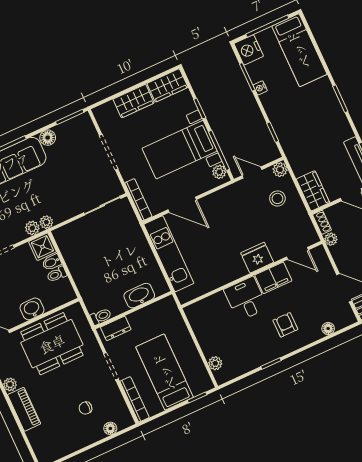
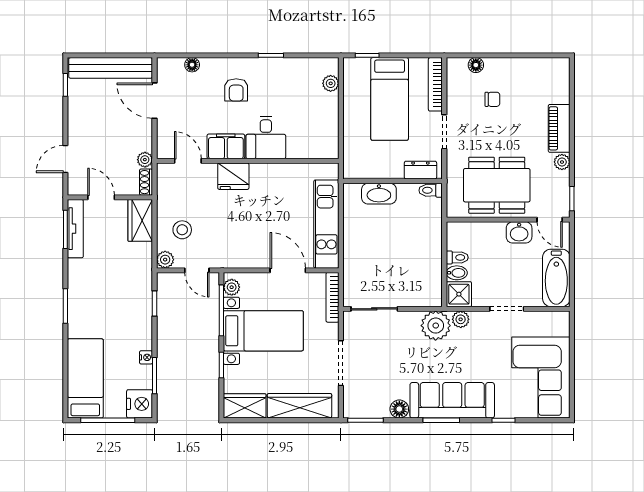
wardrobe: (134, 101) -> (299, 406), width x1.50
plant: (46, 222) -> (436, 326), width x1.88, depth x1.88
washbasin: (32, 309) -> (519, 232), moved

